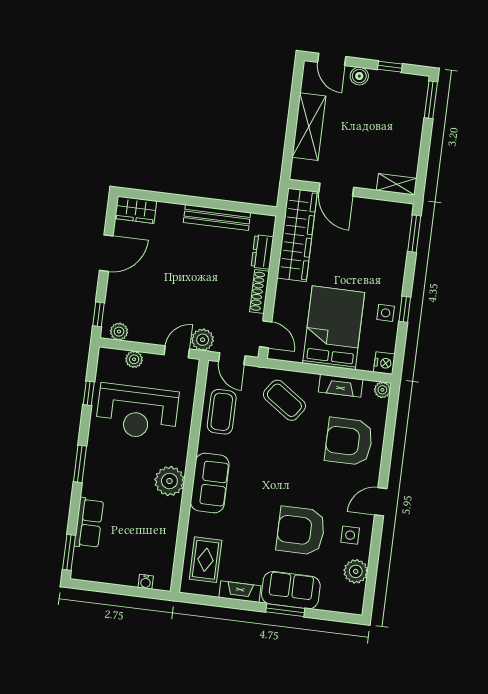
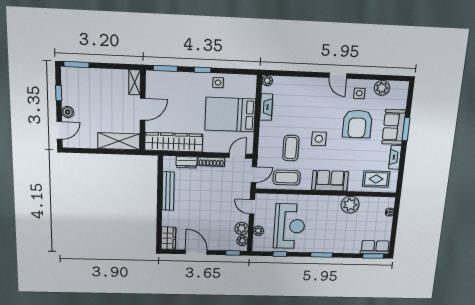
shelving: (309, 127) -> (119, 141), moved
door: (336, 190) -> (143, 109), moved
window: (405, 309) -> (203, 70), moved
plant: (203, 340) -> (242, 228), moved
nightstand: (384, 363) -> (250, 81), removed
coffee table: (284, 400) -> (291, 148), moved, turned -35
armchair: (349, 441) -> (301, 99), removed
side table: (282, 467) -> (319, 139), added
plant: (169, 481) -> (350, 205), moved
row of seats: (89, 523) -> (375, 247), moved

